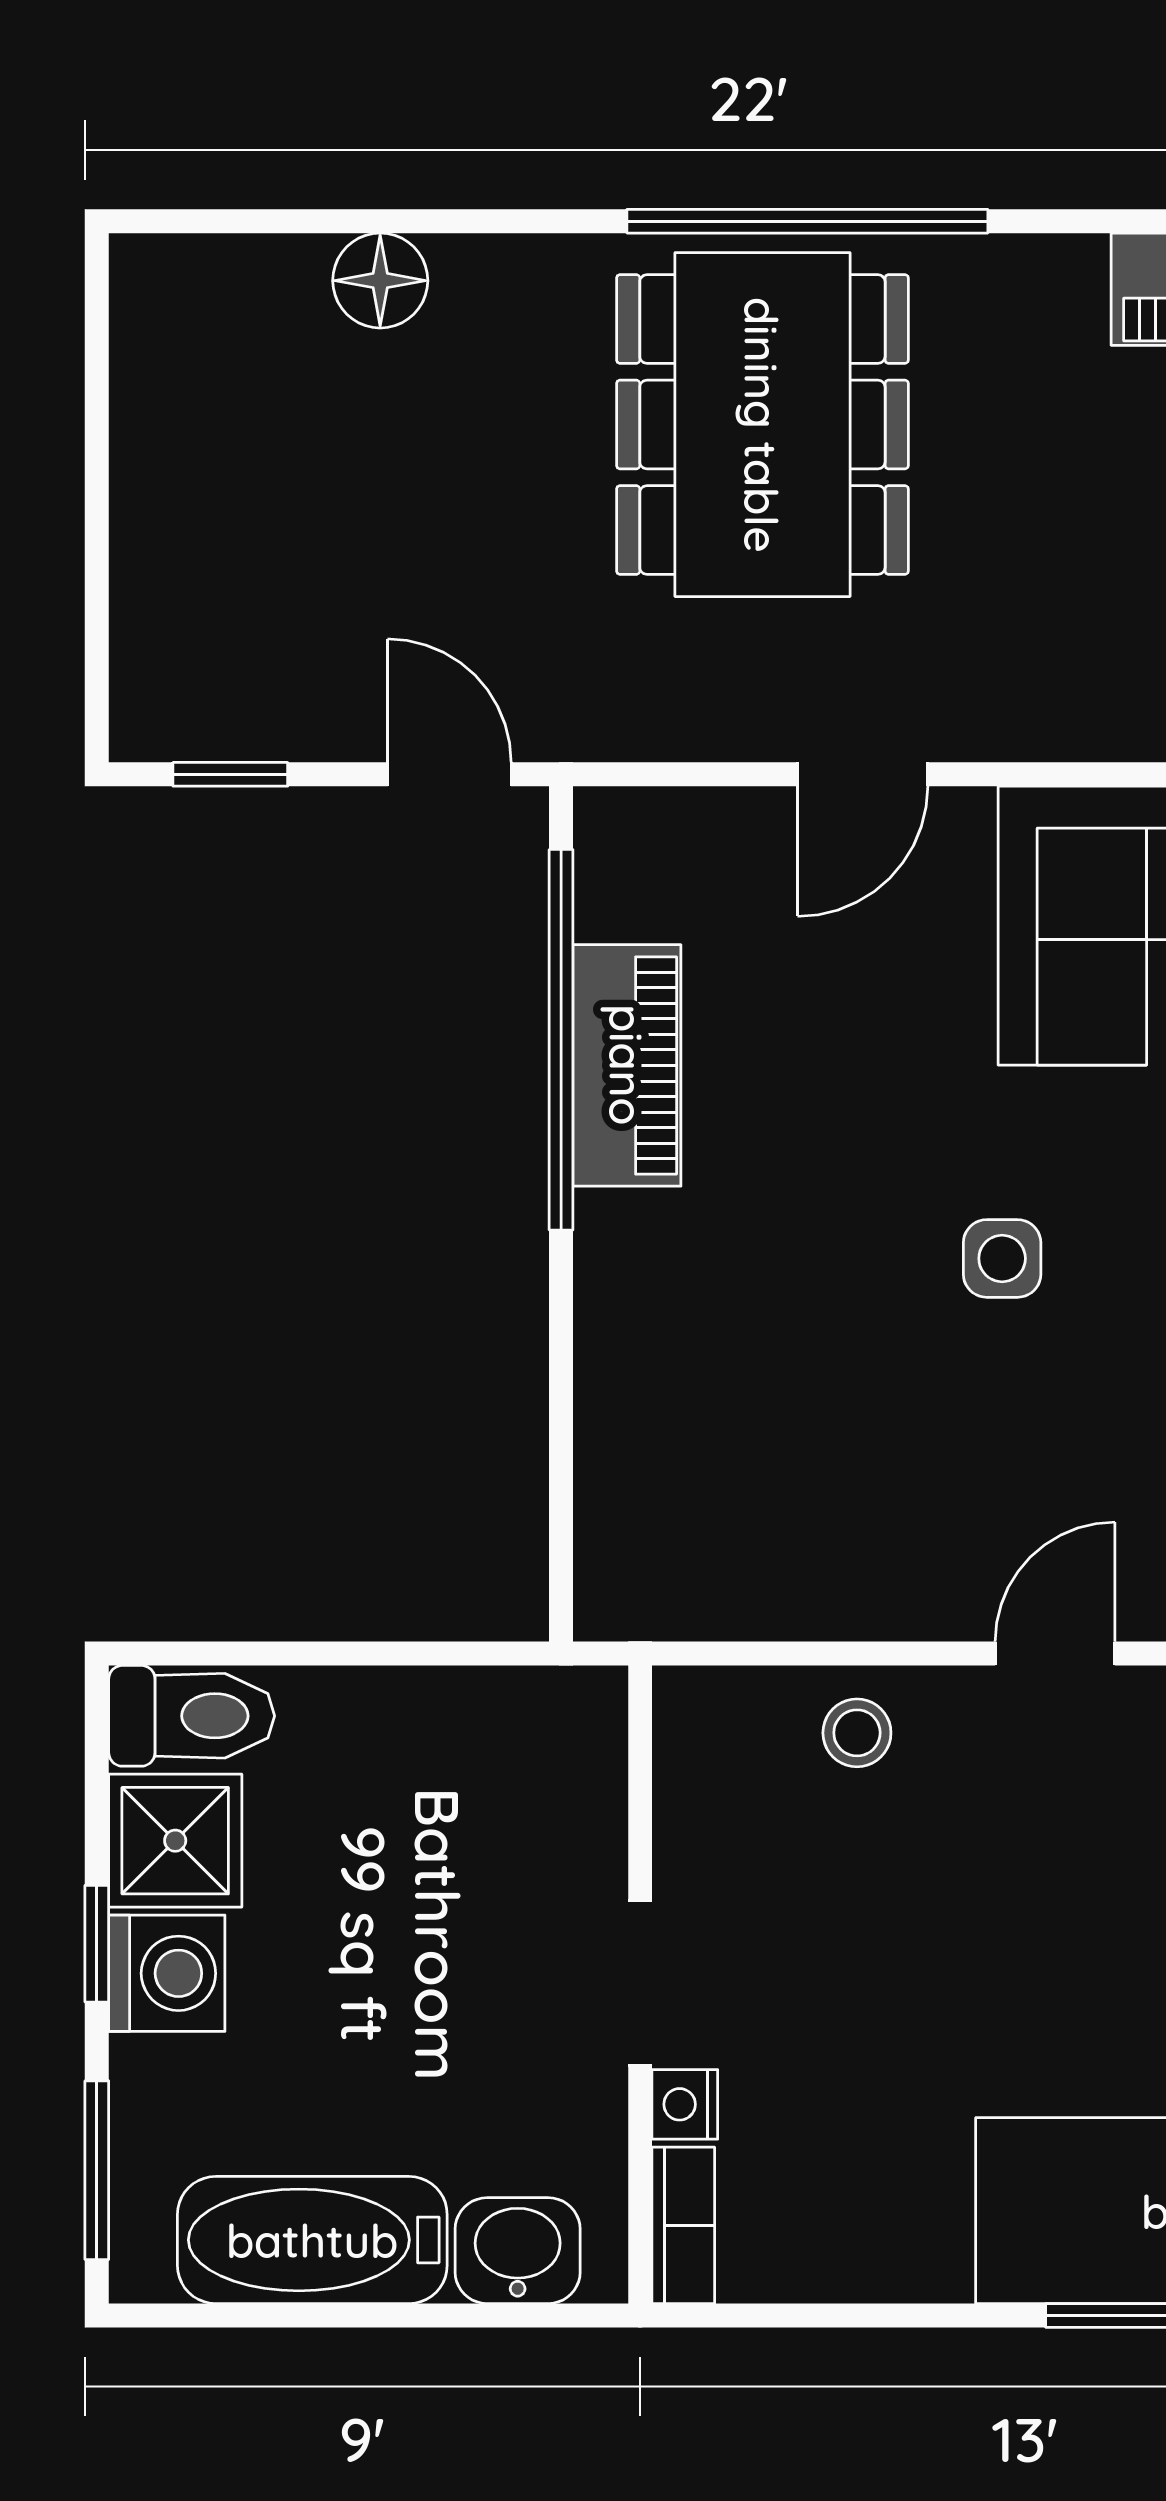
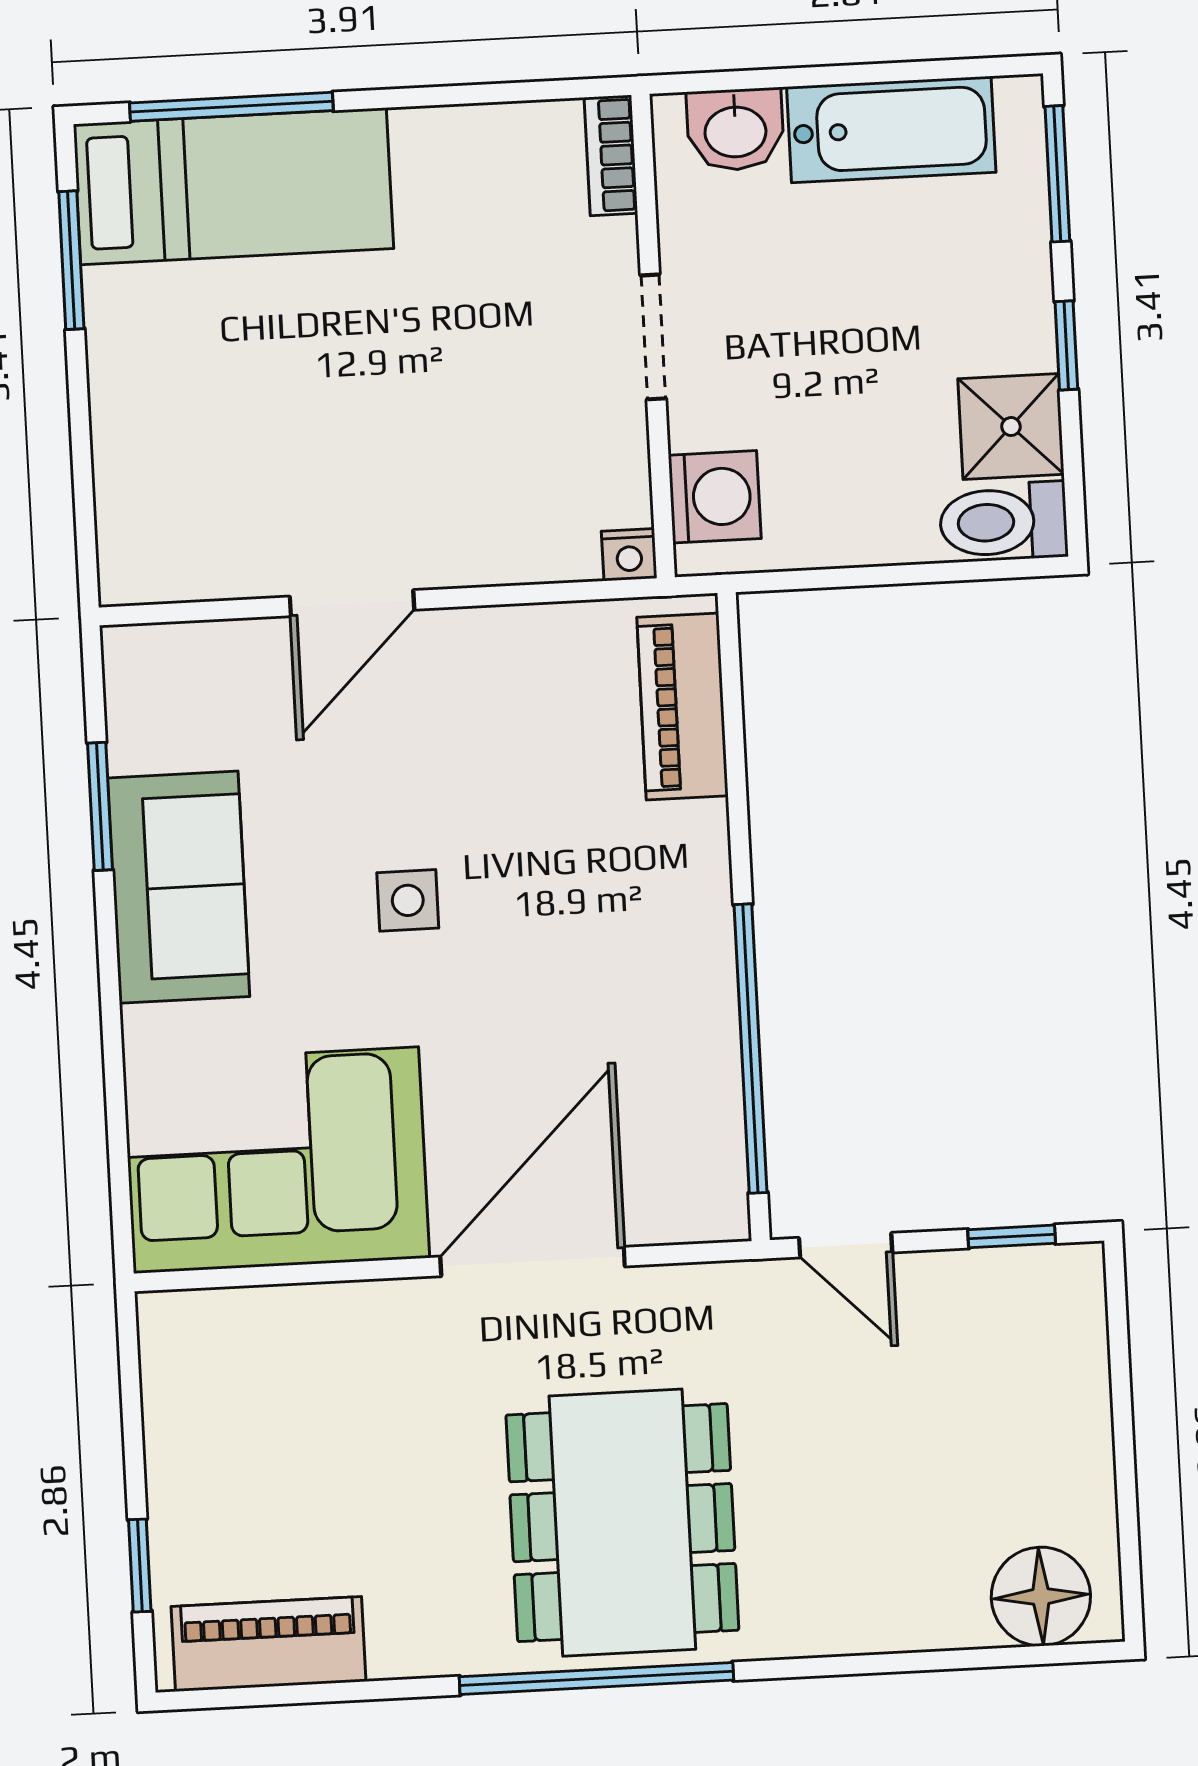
floor lamp: (380, 281) -> (1041, 1597), moved, width x1.38, depth x1.38
door: (863, 774) -> (533, 1262), width x1.87
piano: (627, 1065) -> (683, 707), moved
door: (1055, 1654) -> (352, 603), width x1.38
stool: (857, 1733) -> (499, 535), removed
washing machine: (167, 1973) -> (715, 497), moved, turned 180
nightstand: (685, 2104) -> (629, 555), moved, turned 90

